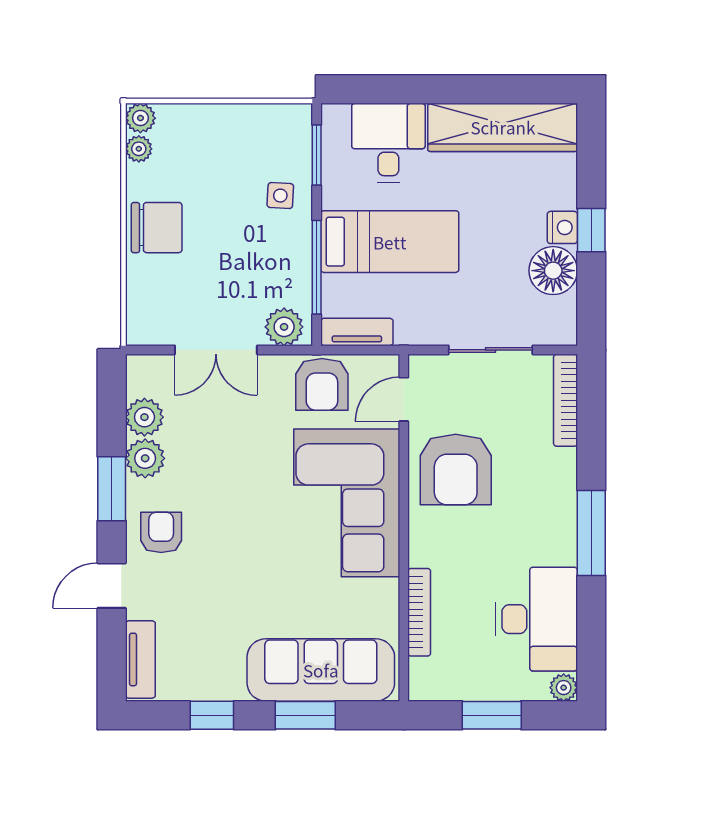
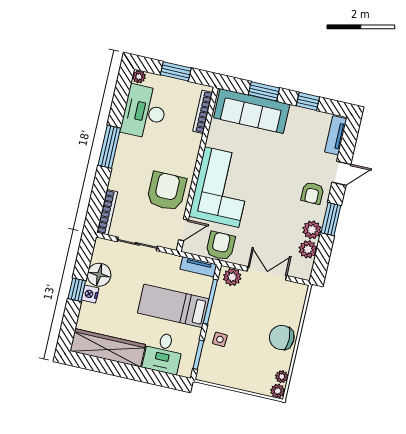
bookcase: (419, 612) -> (203, 112), moved

